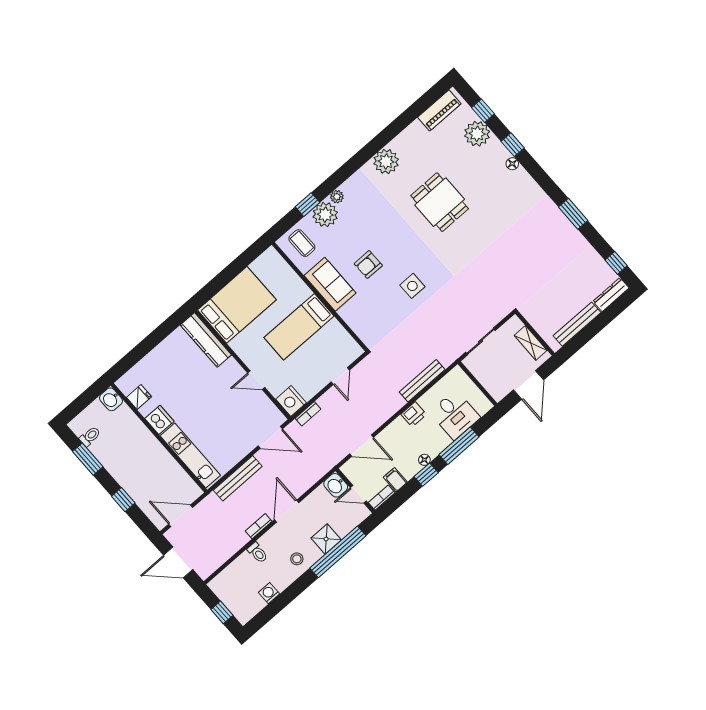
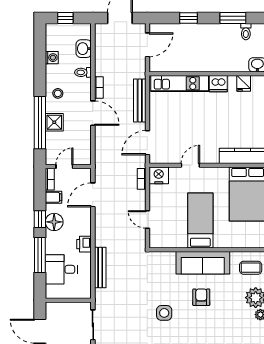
sofa: (330, 284) -> (203, 263), width x1.36
floor lamp: (424, 460) -> (54, 222), width x1.89, depth x1.89
washbasin: (336, 485) -> (84, 49), moved, turned -90

